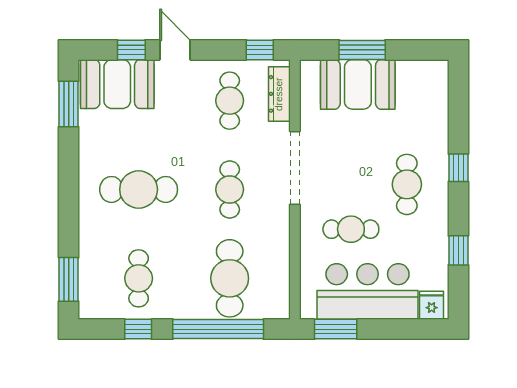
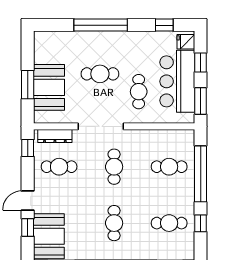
window: (458, 168) -> (101, 25), width x3.17
cafe table: (407, 184) -> (100, 74), moved
cafe table: (139, 189) -> (114, 223), width x0.73, depth x0.74
cafe table: (230, 189) -> (114, 167), turned 90
window: (458, 250) -> (164, 25), moved
cafe table: (230, 278) -> (169, 167), width x0.73, depth x0.74
window: (398, 329) -> (201, 63), added

